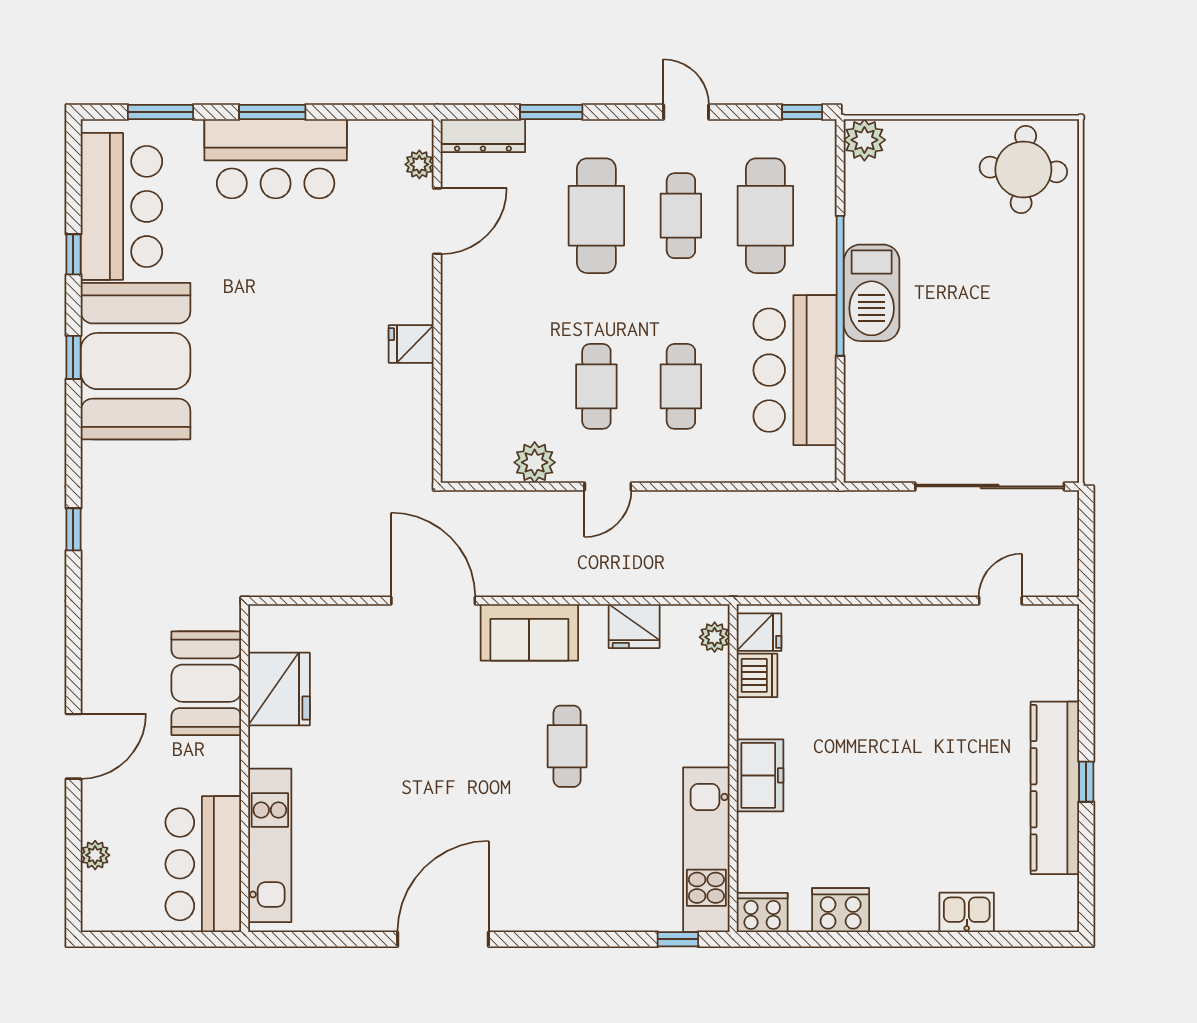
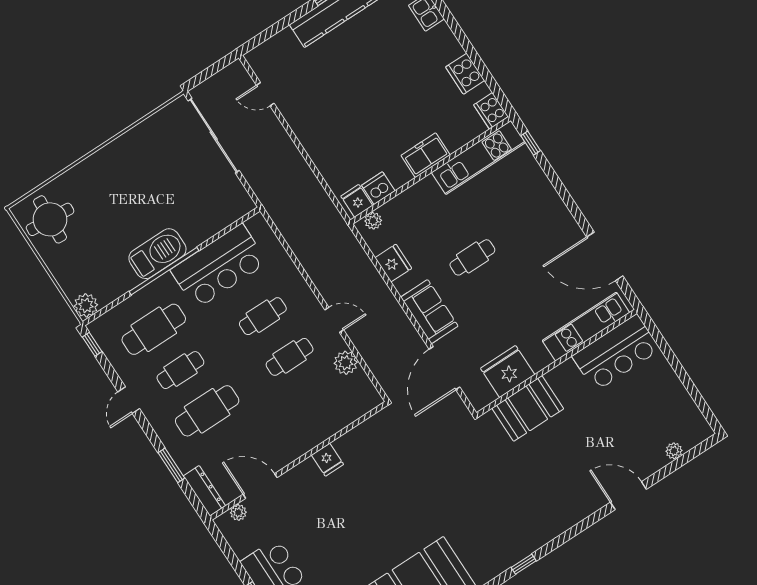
booth: (206, 683) -> (528, 408), moved
fridge: (279, 689) -> (508, 372), moved
wall: (245, 768) -> (557, 363), moved
kitchen unit: (270, 845) -> (586, 327), moved
bar counter: (203, 864) -> (616, 353), moved

